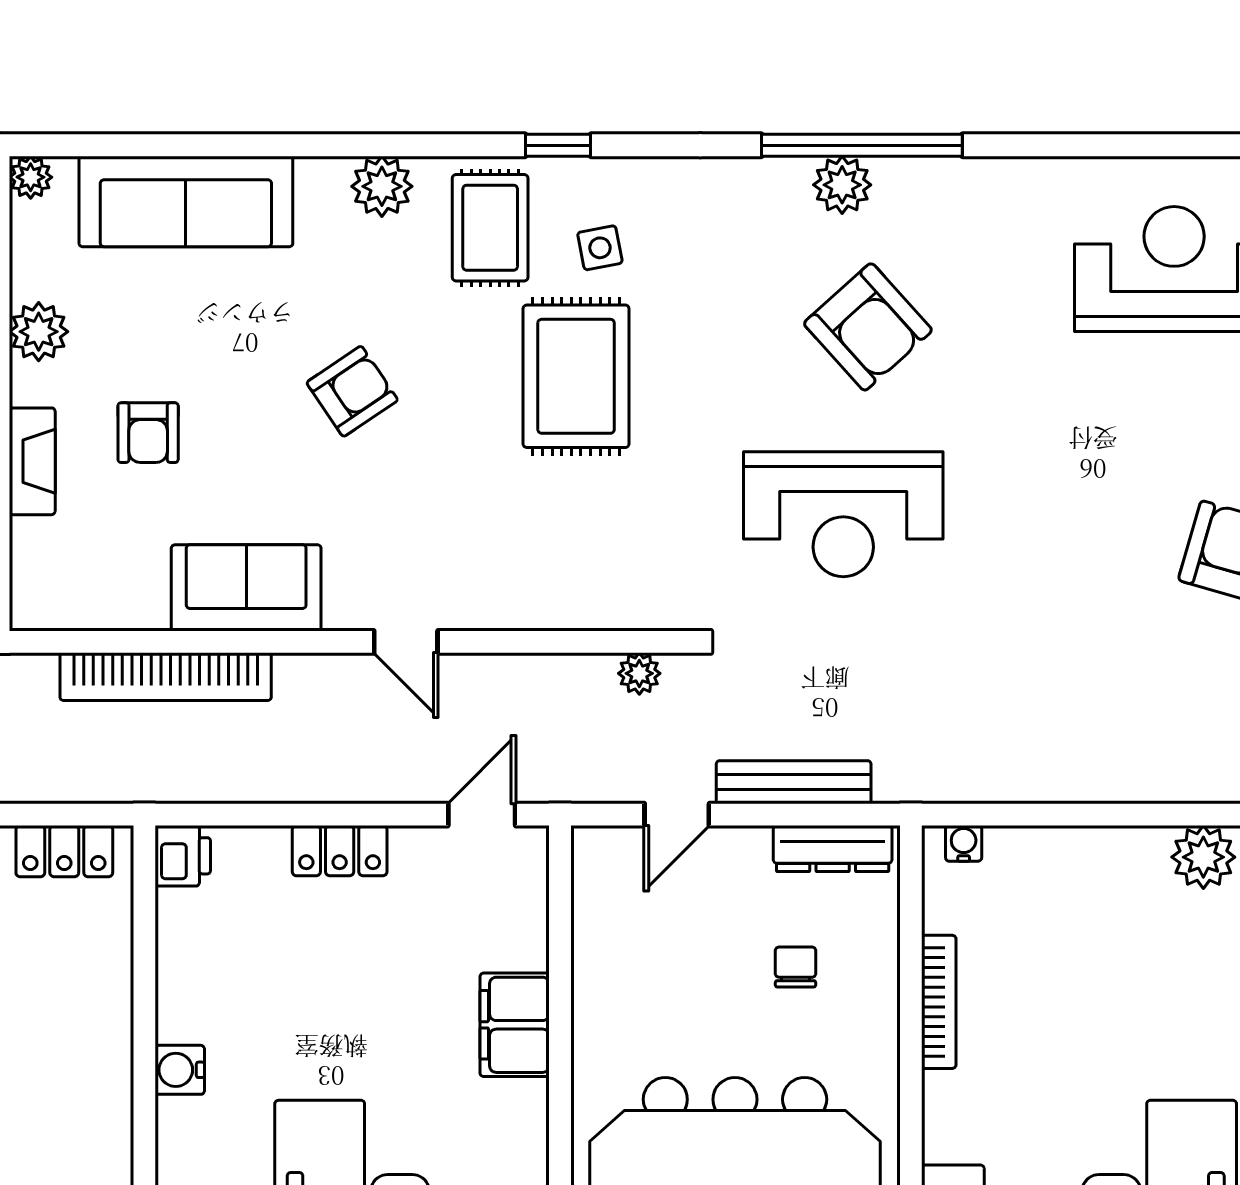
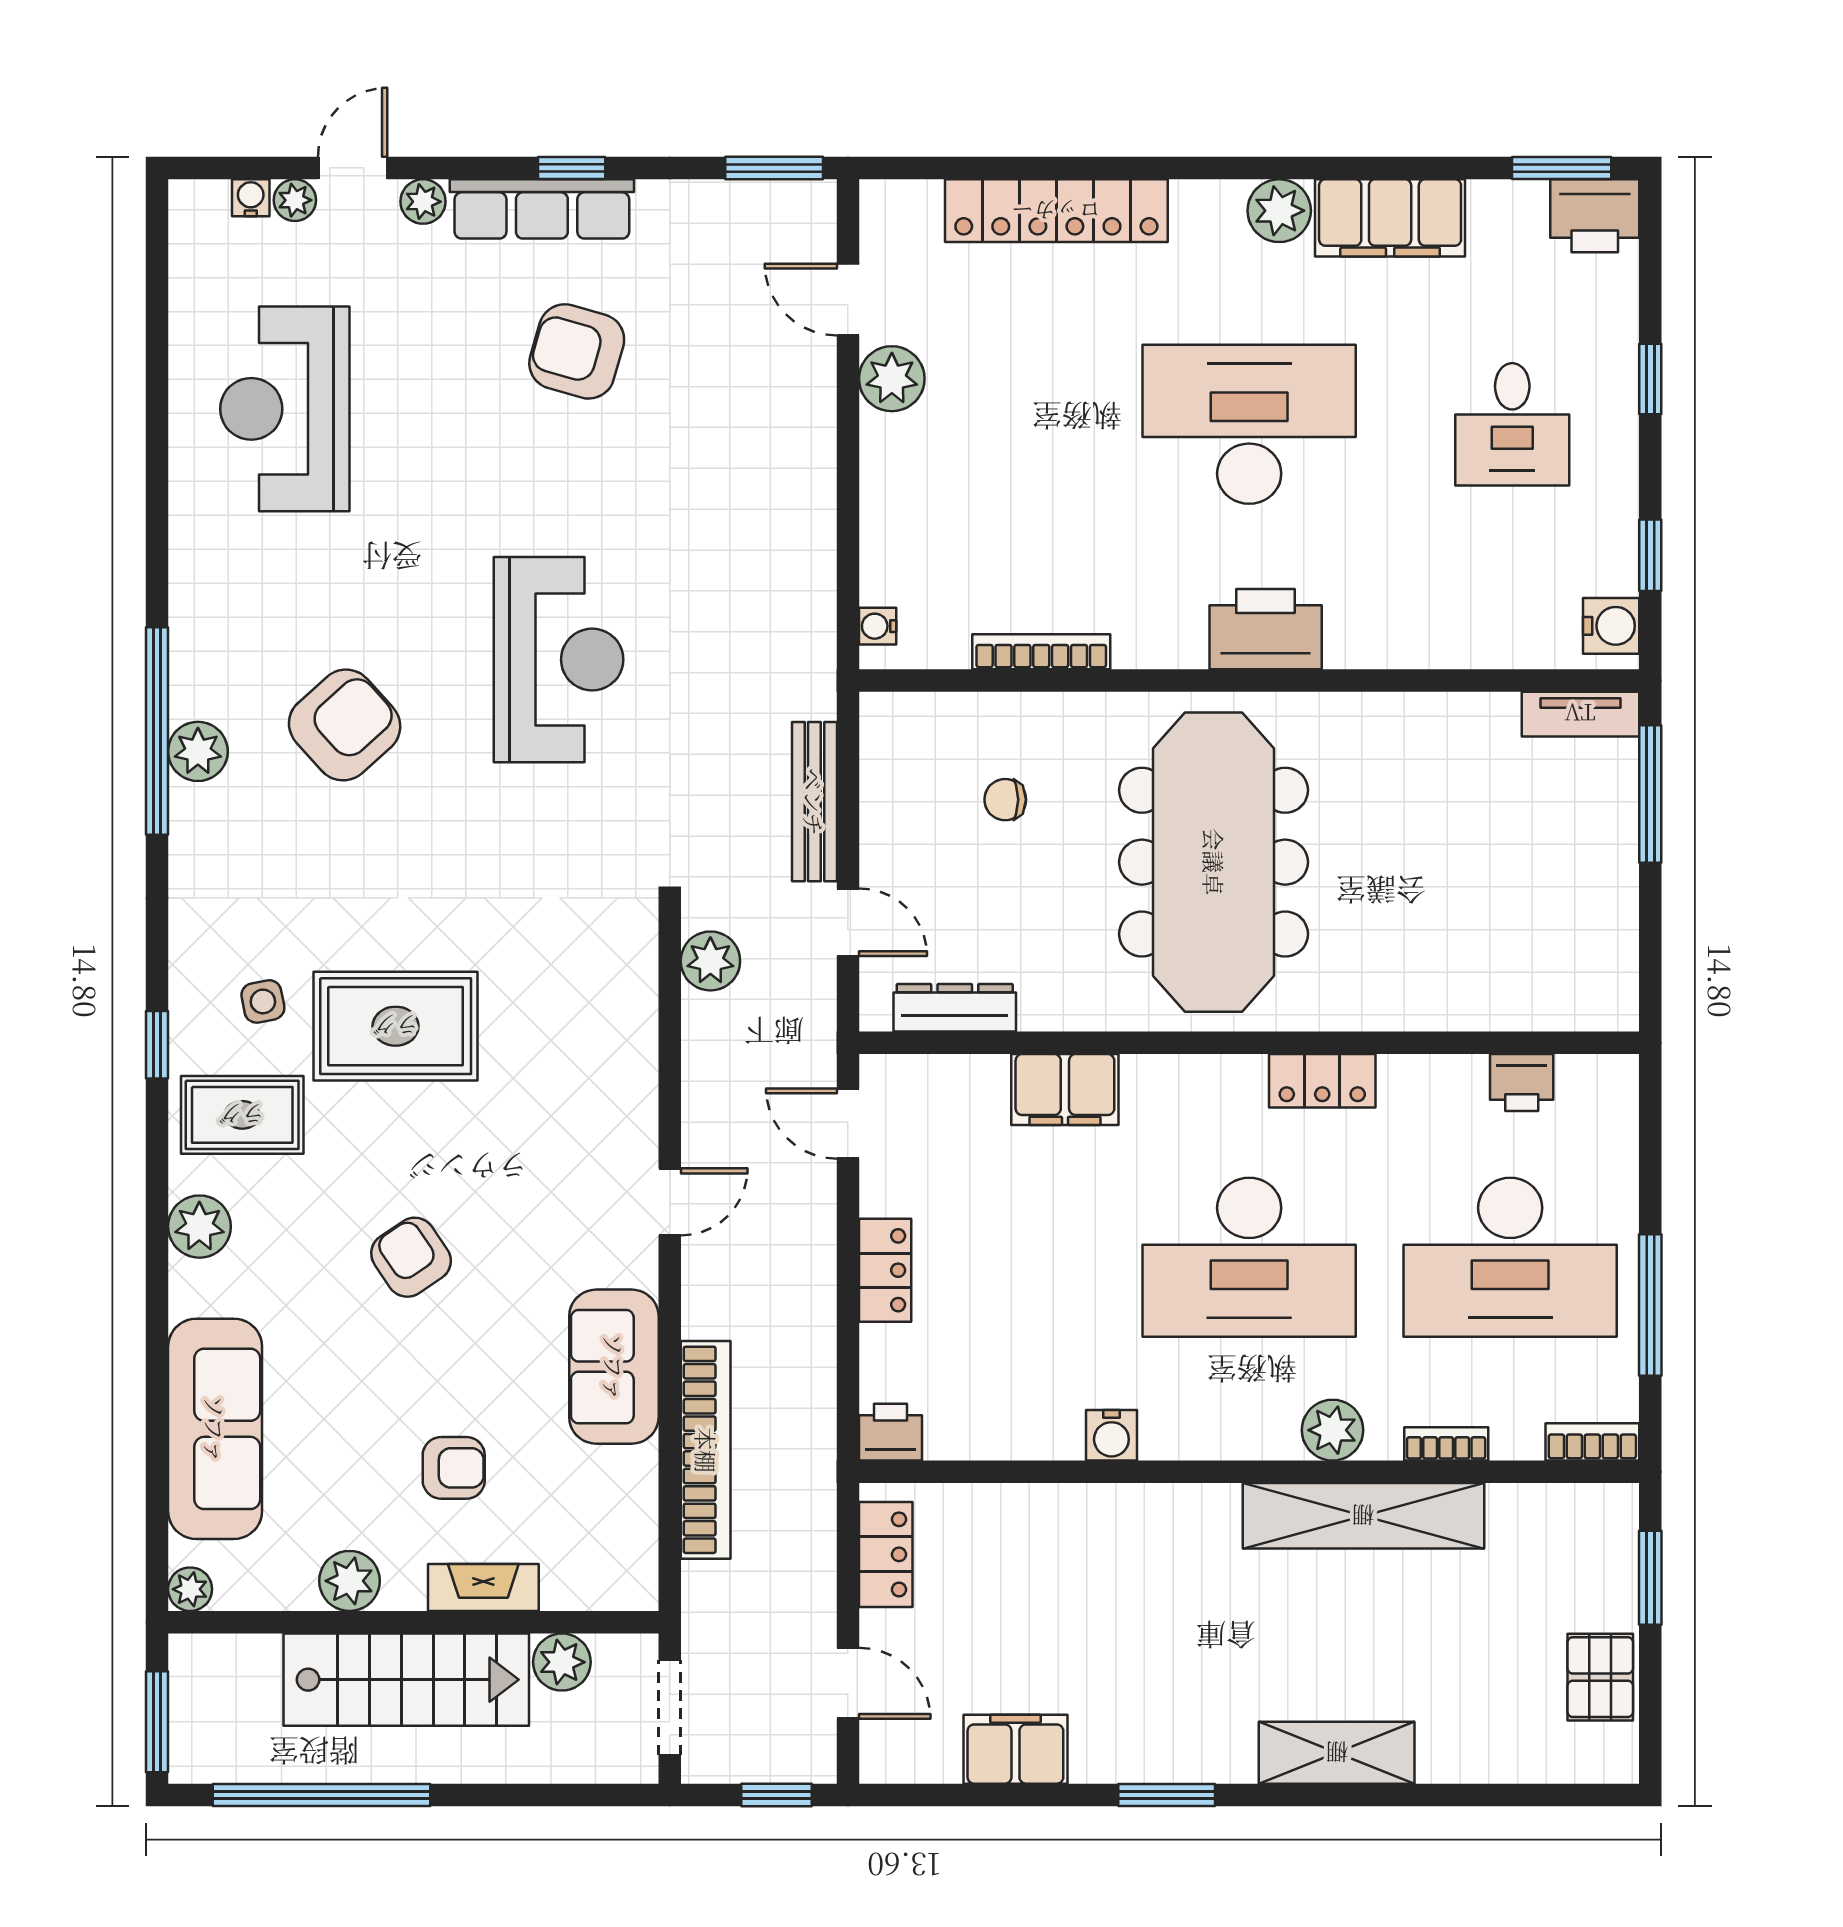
reception desk: (843, 514) -> (559, 660), moved
plant: (639, 673) -> (710, 961), width x1.38, depth x1.38
dresser: (833, 849) -> (955, 1008), moved, turned -90

